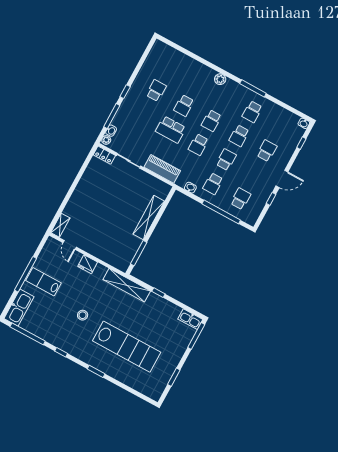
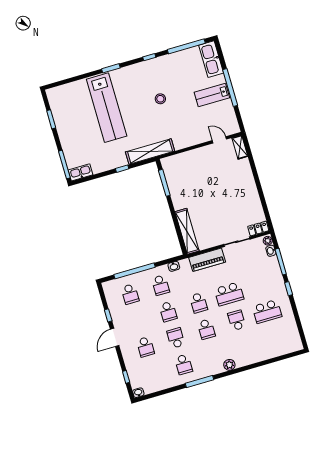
school desk: (156, 90) -> (267, 311), width x1.85
school desk: (252, 112) -> (184, 364), turned 180
school desk: (211, 121) -> (206, 329), turned 180
school desk: (171, 130) -> (229, 294), turned 180
school desk: (198, 145) -> (199, 303), turned 180
school desk: (213, 184) -> (160, 285), turned 180
shelving: (149, 218) -> (187, 231), moved
fridge: (88, 264) -> (193, 139), removed
lab bench: (44, 282) -> (212, 95), turned 180
lab bench: (127, 347) -> (107, 108), turned -90

